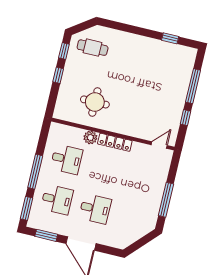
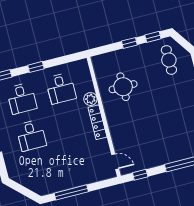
window: (186, 118) -> (140, 175), moved
window: (35, 172) -> (36, 67), width x0.46

